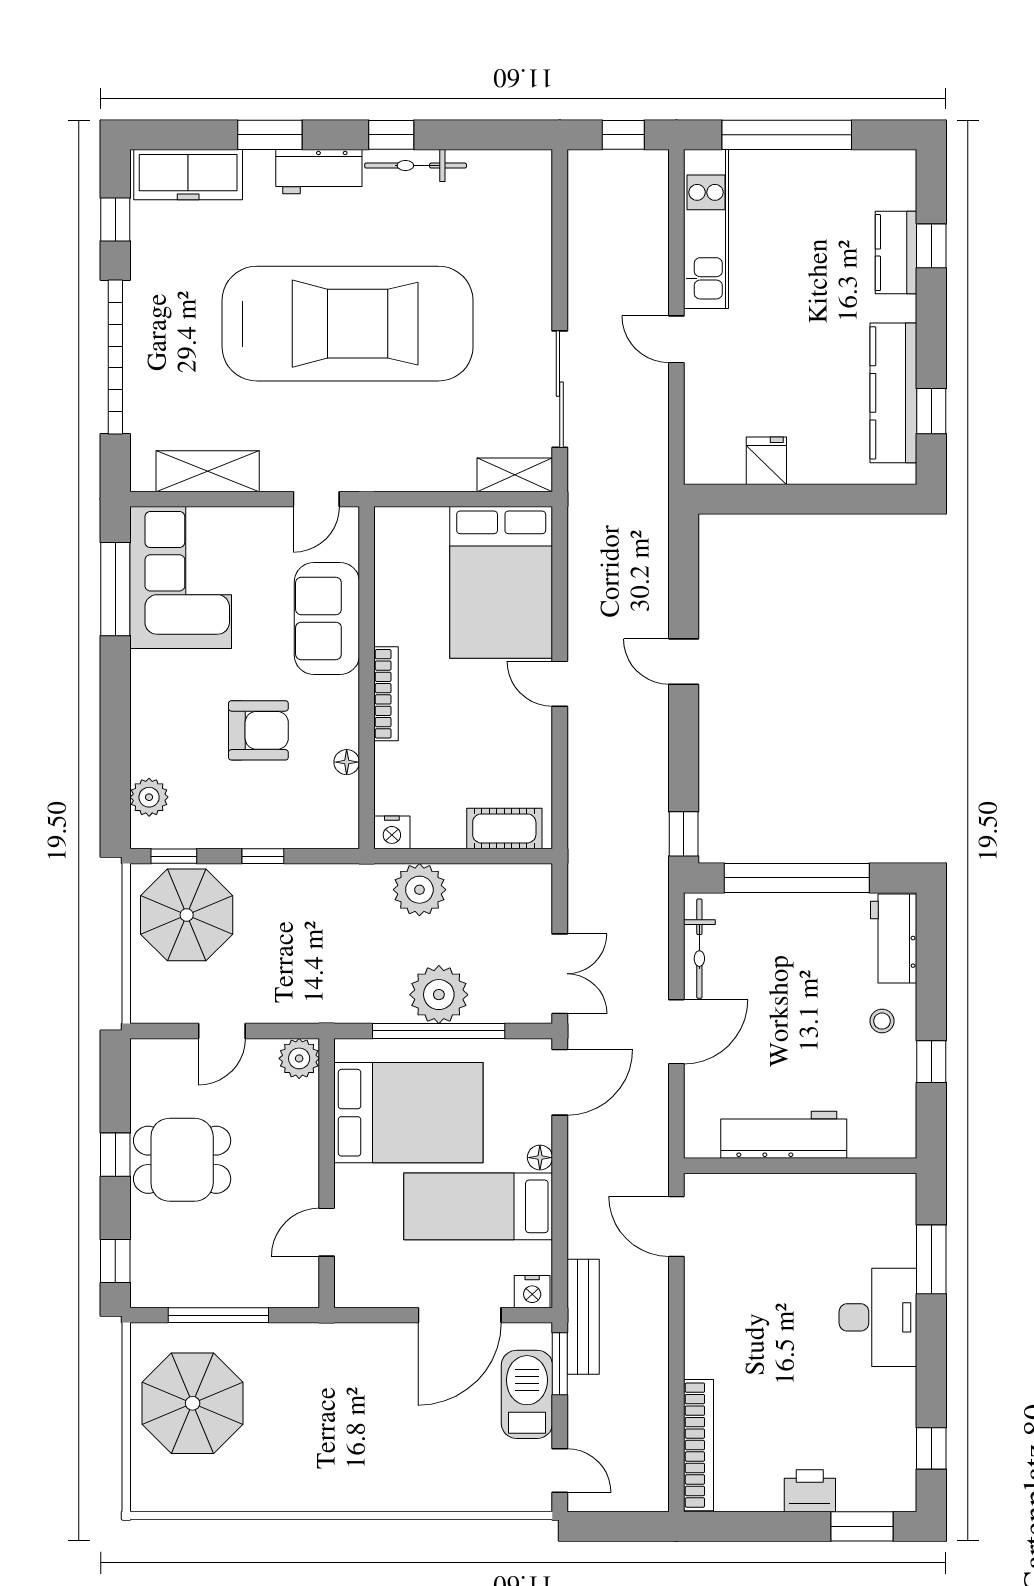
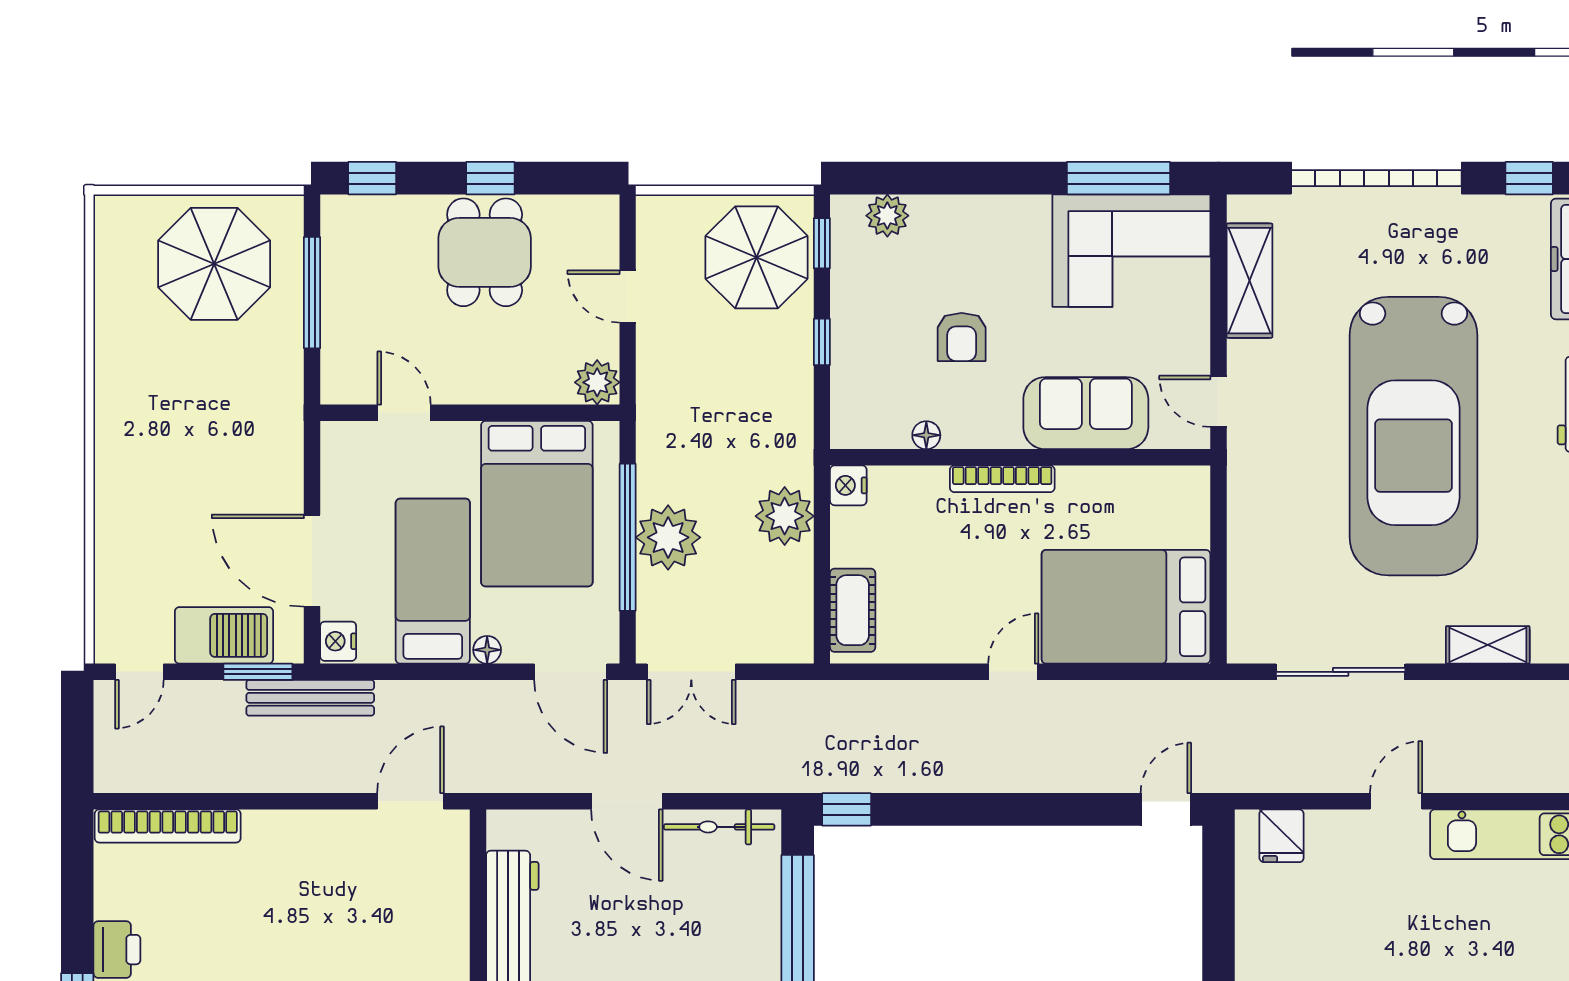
fridge: (766, 461) -> (1282, 836), moved, turned 90
shelving: (515, 475) -> (1488, 645), moved, turned 90
door: (684, 662) -> (1166, 809), moved
armchair: (258, 730) -> (962, 337), width x0.72, depth x0.72

